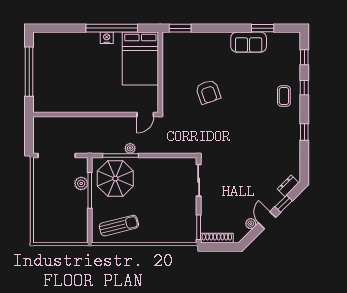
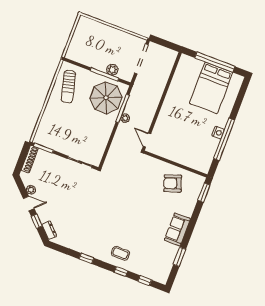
sofa: (249, 42) -> (177, 229), moved
bed: (140, 59) -> (211, 88), moved, turned -90
armchair: (208, 92) -> (173, 183), moved

